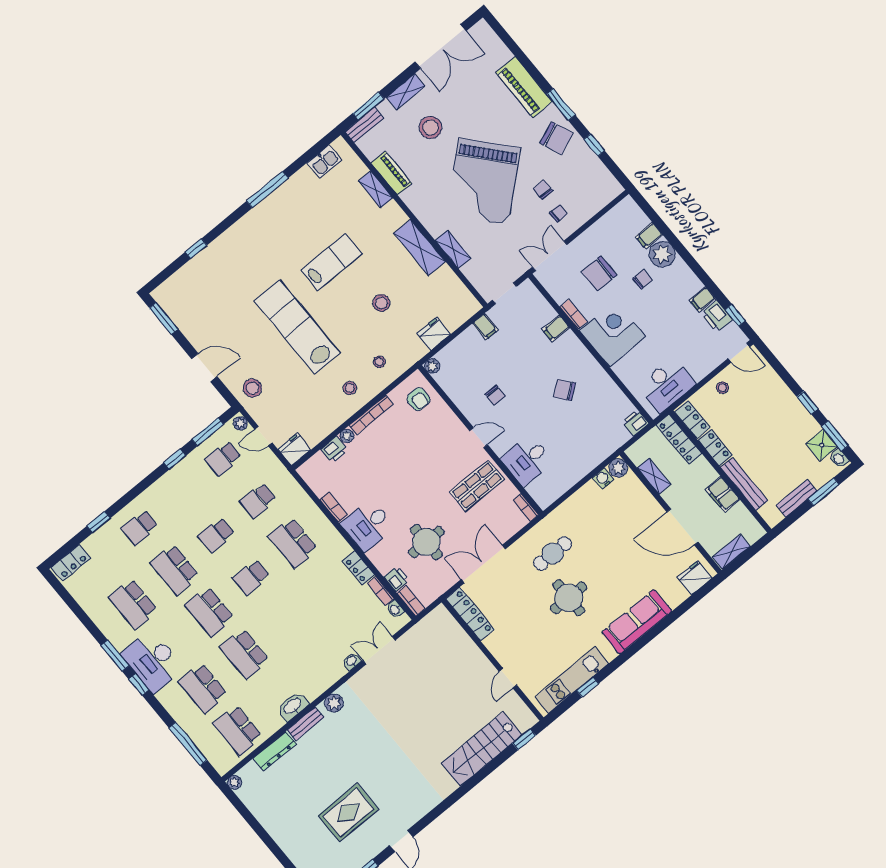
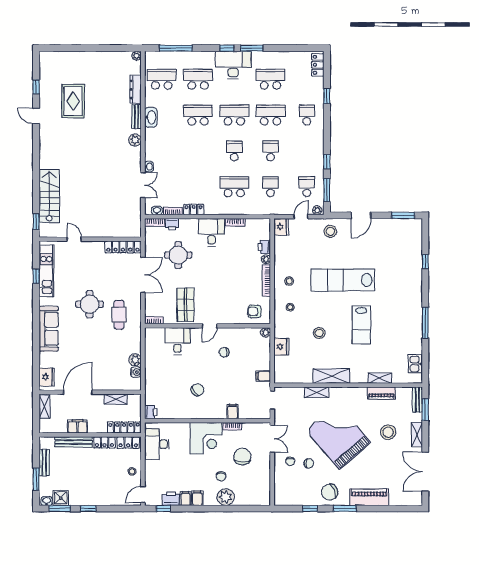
filing cabinet: (649, 236) -> (197, 498), moved
lab bench: (297, 327) -> (343, 280), turned 180
plant: (618, 468) -> (135, 360), moved

